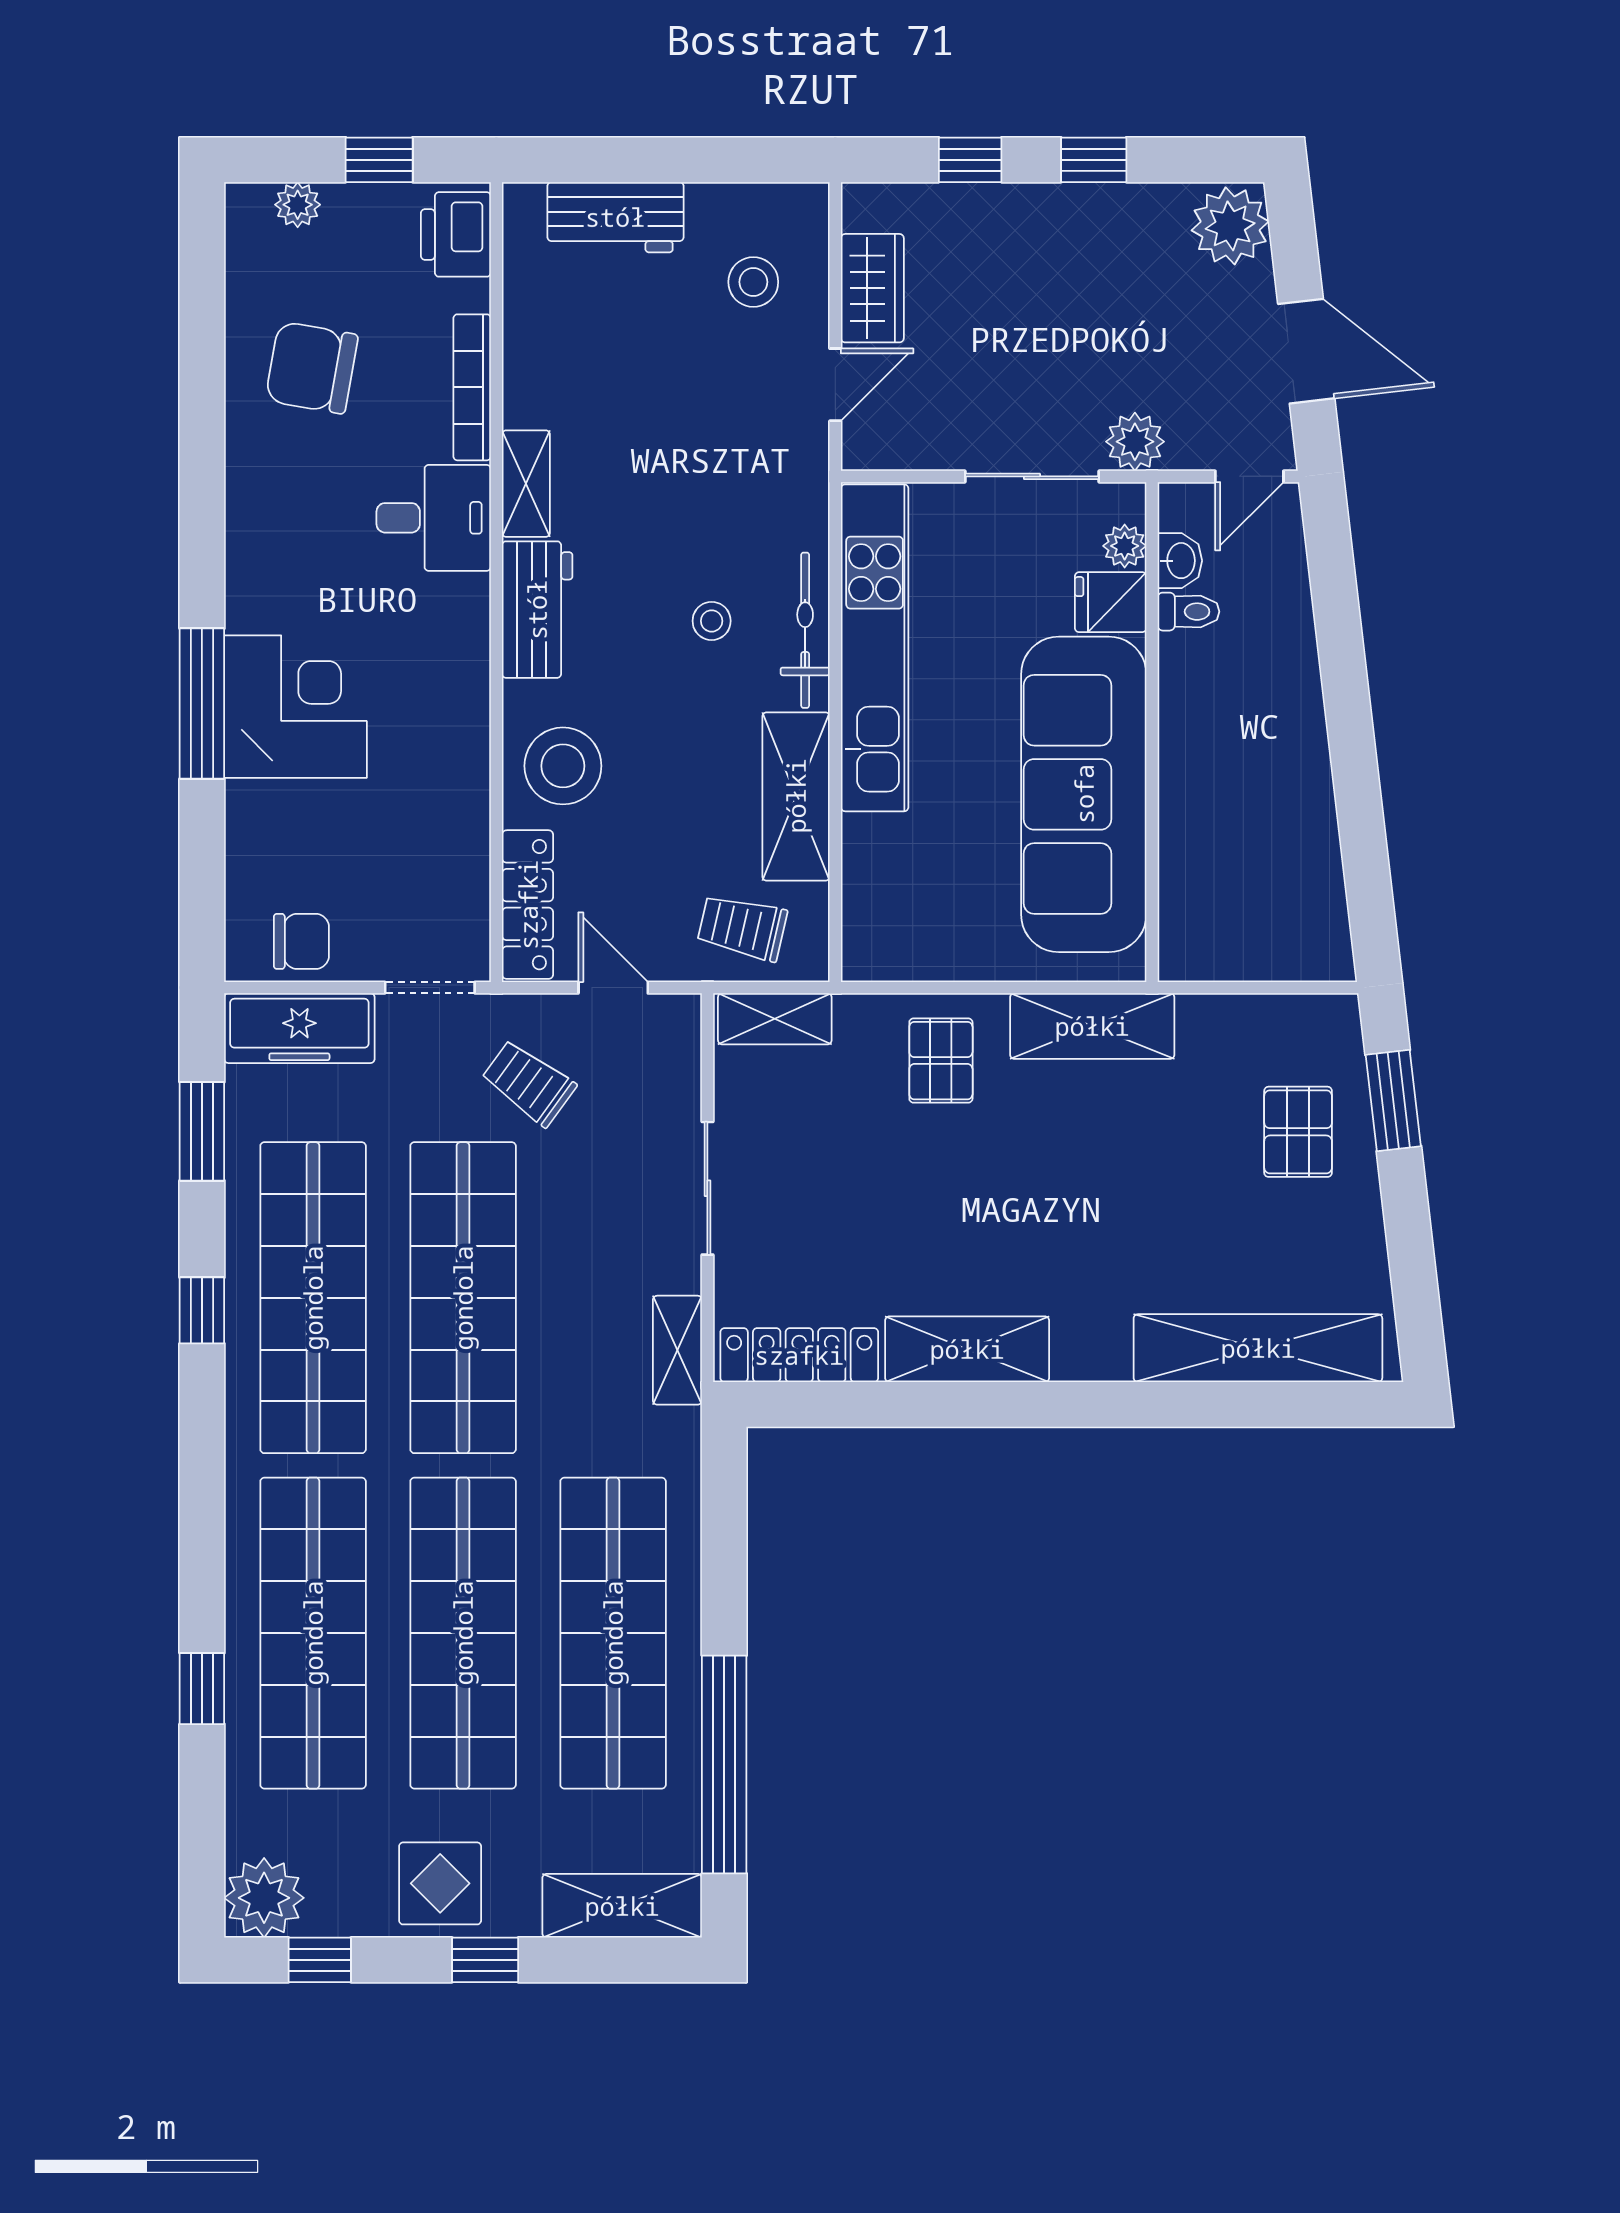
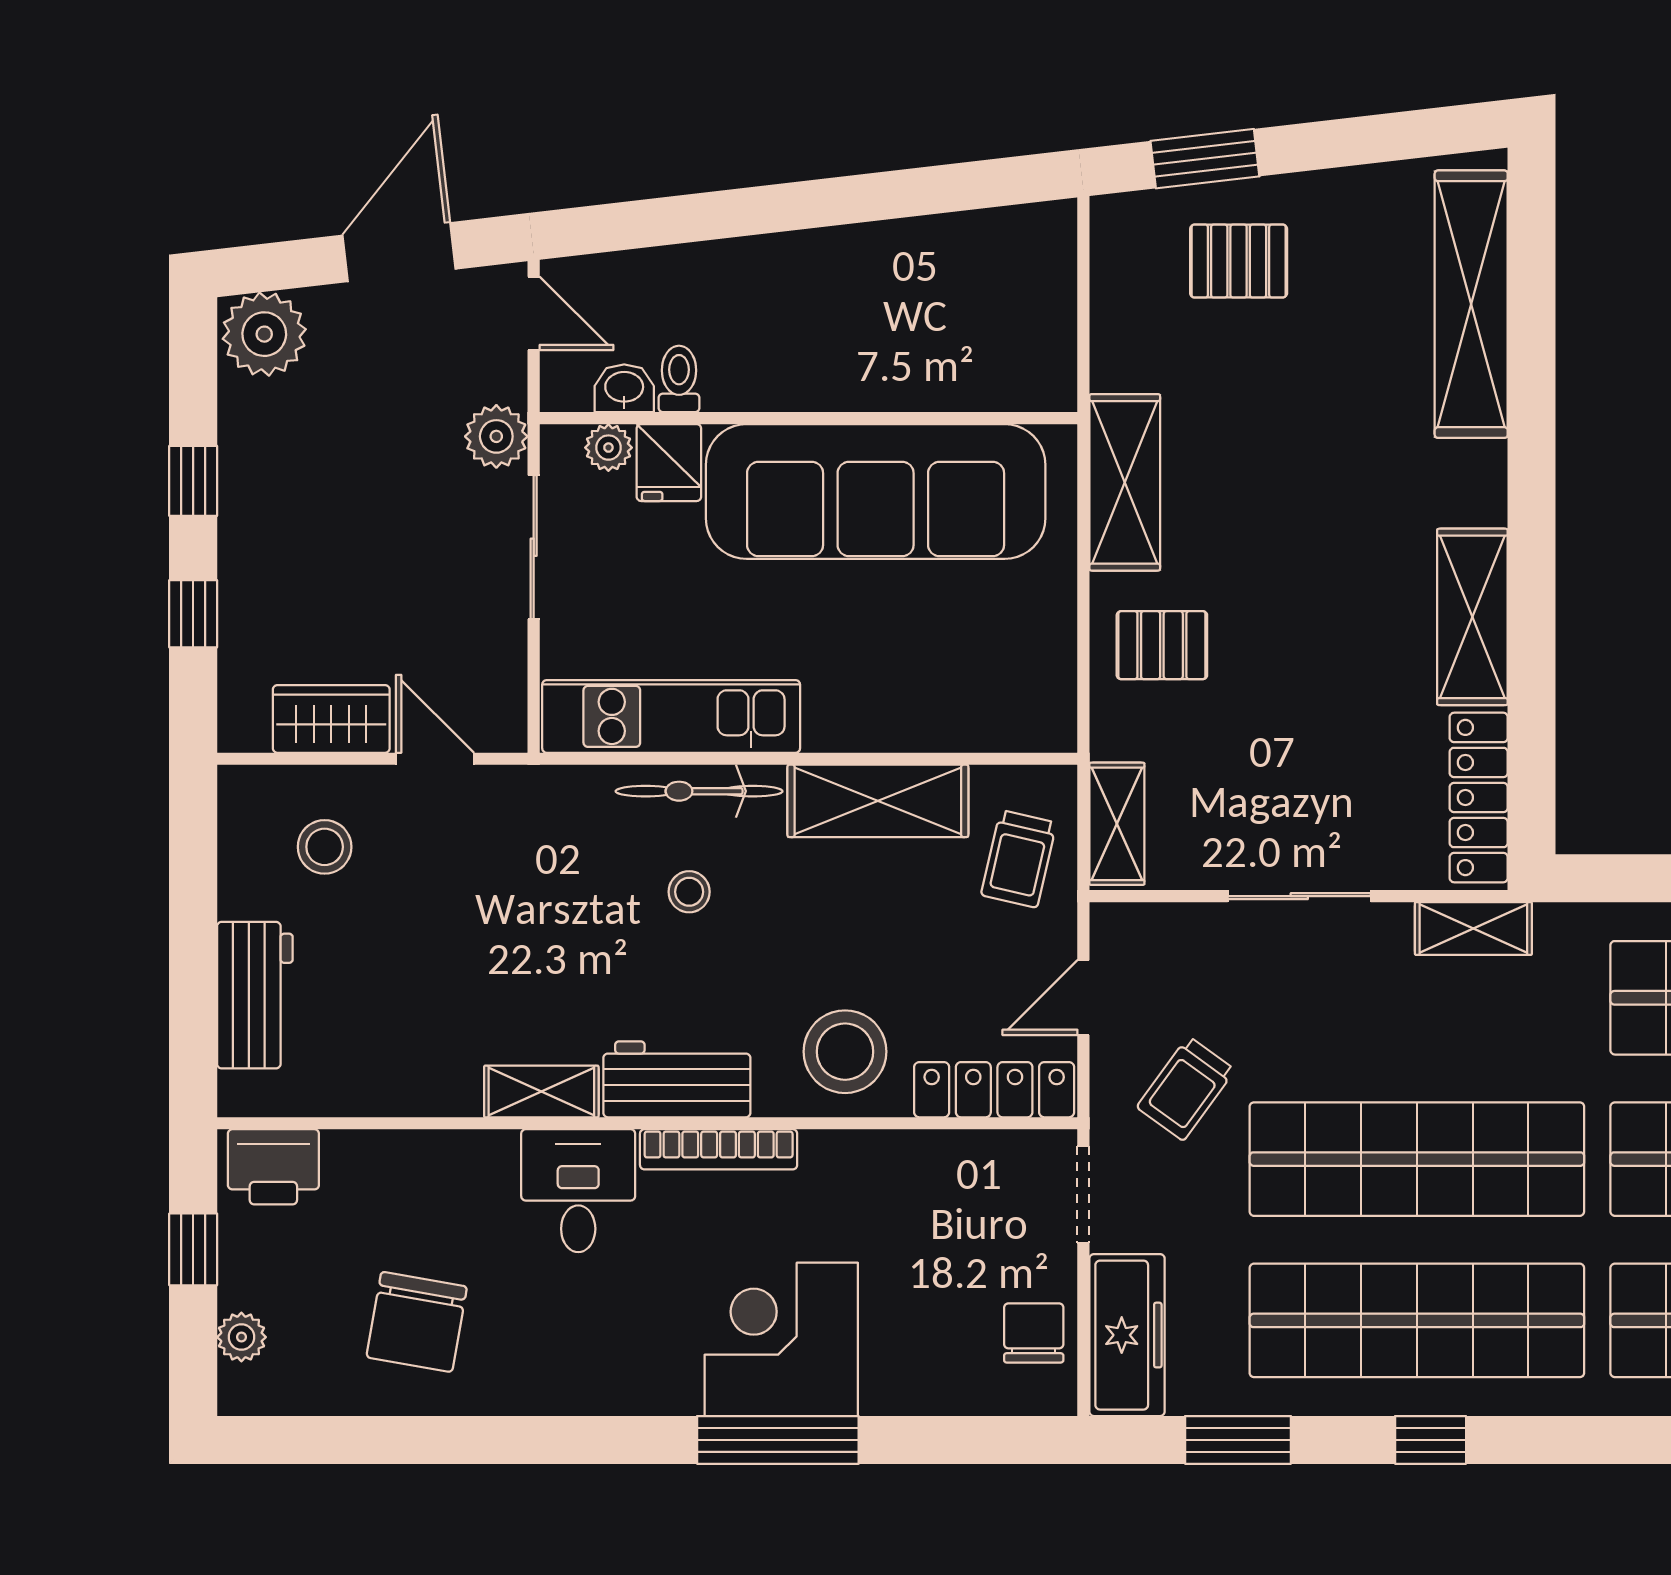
bookcase: (472, 387) -> (719, 1149), moved
kitchen unit: (875, 648) -> (671, 716), width x0.73

